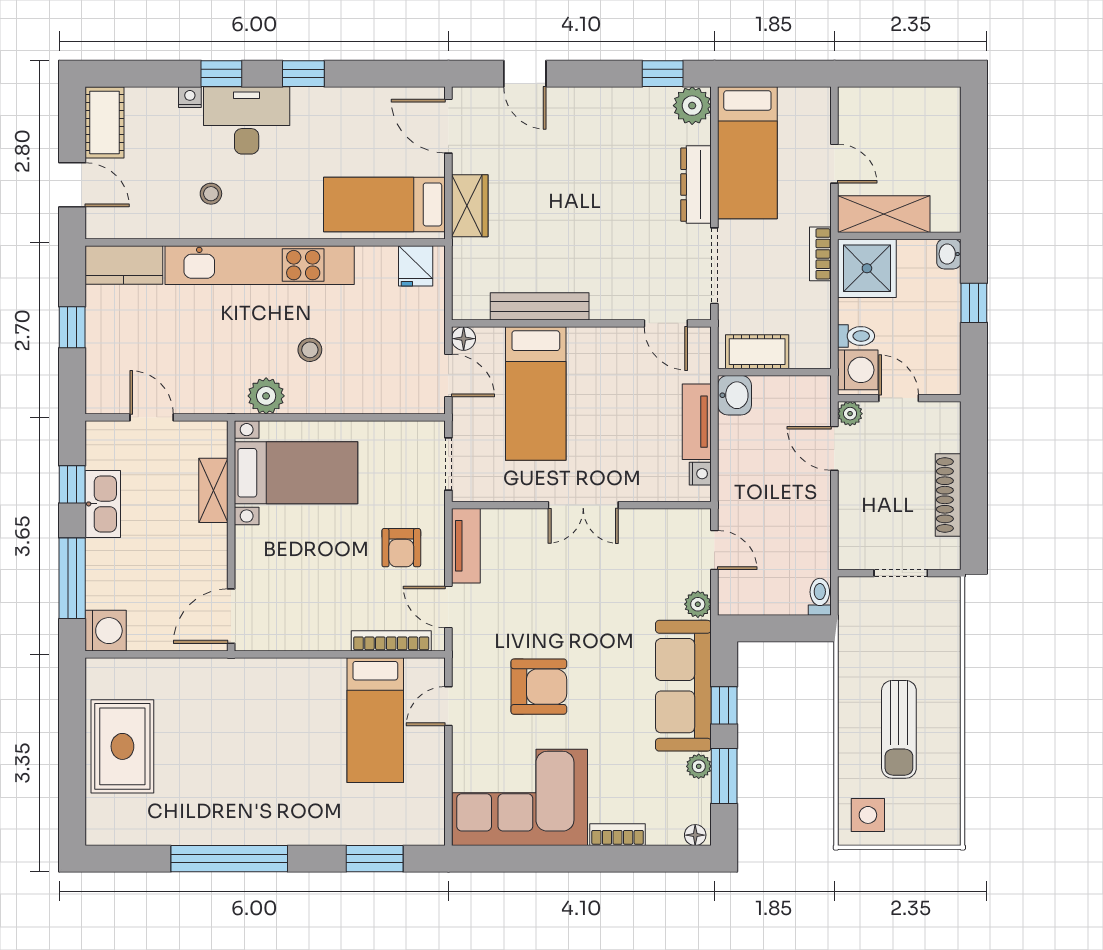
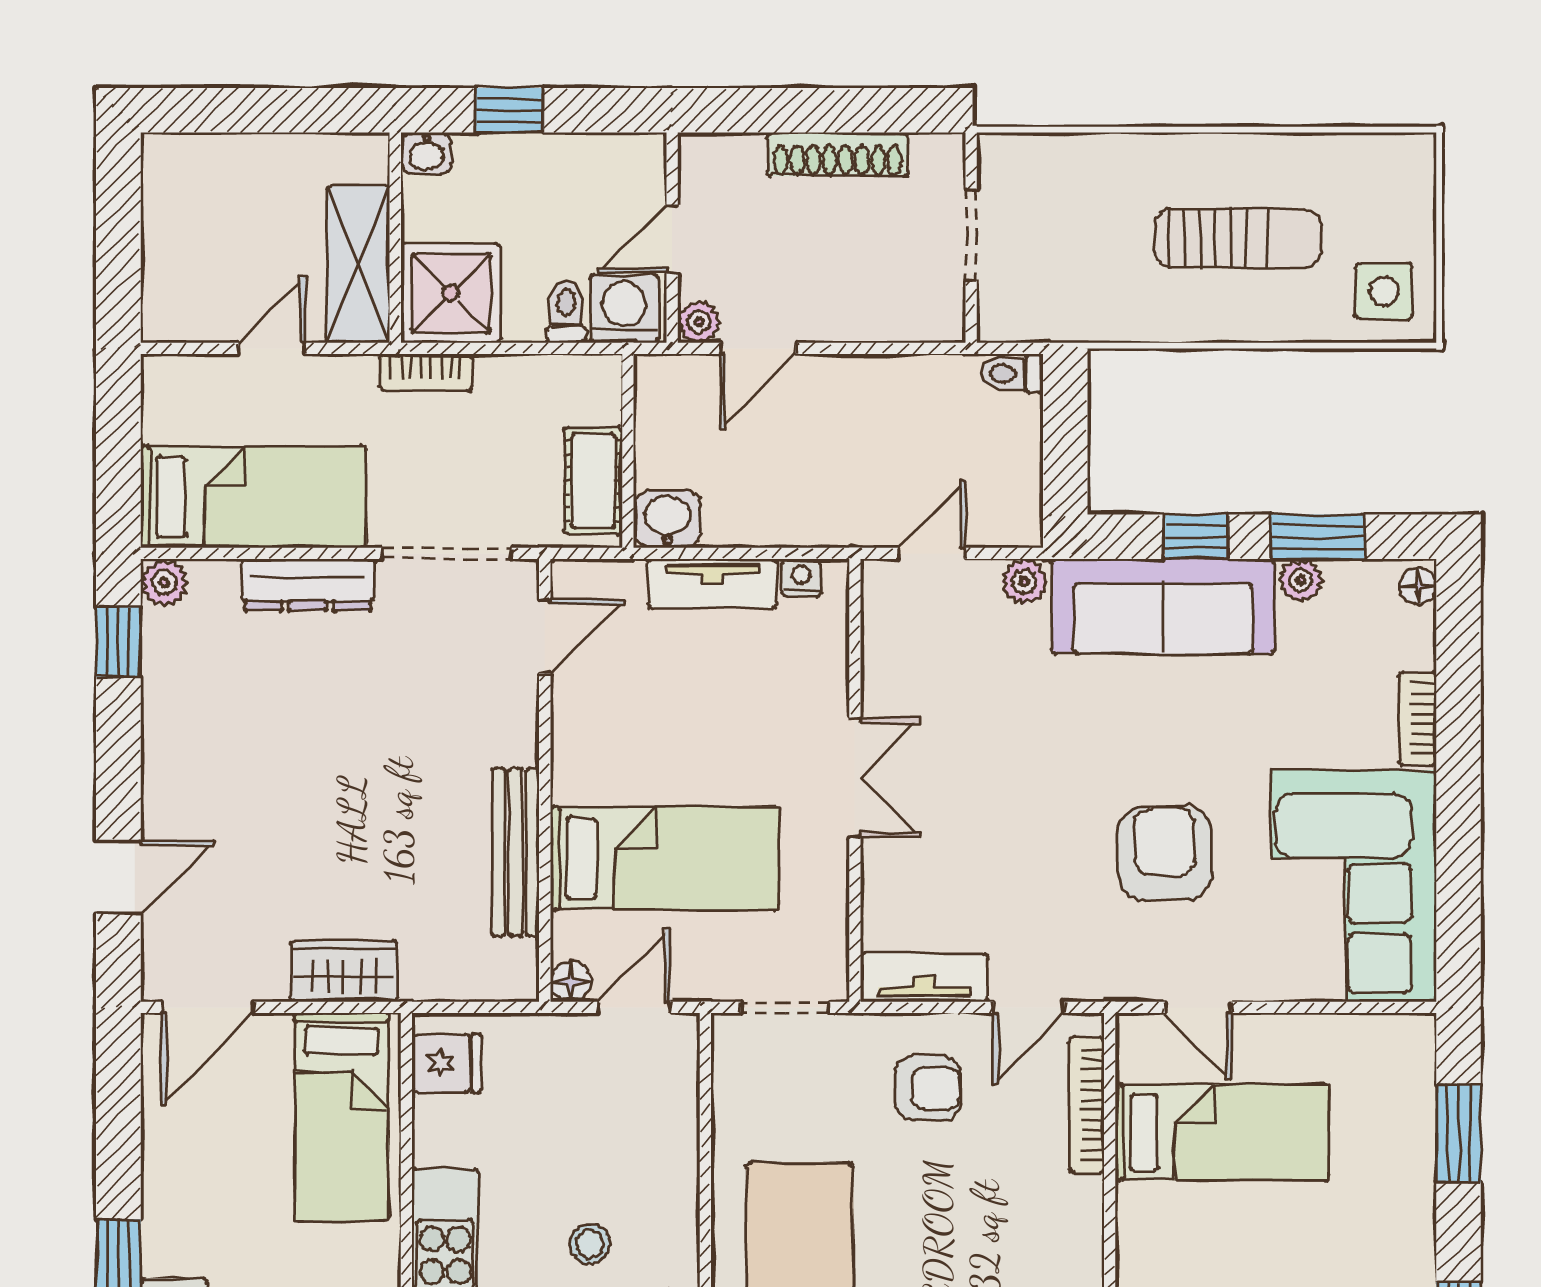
plant: (692, 106) -> (164, 582), width x0.73, depth x0.73

